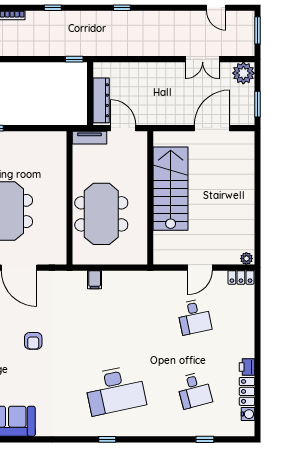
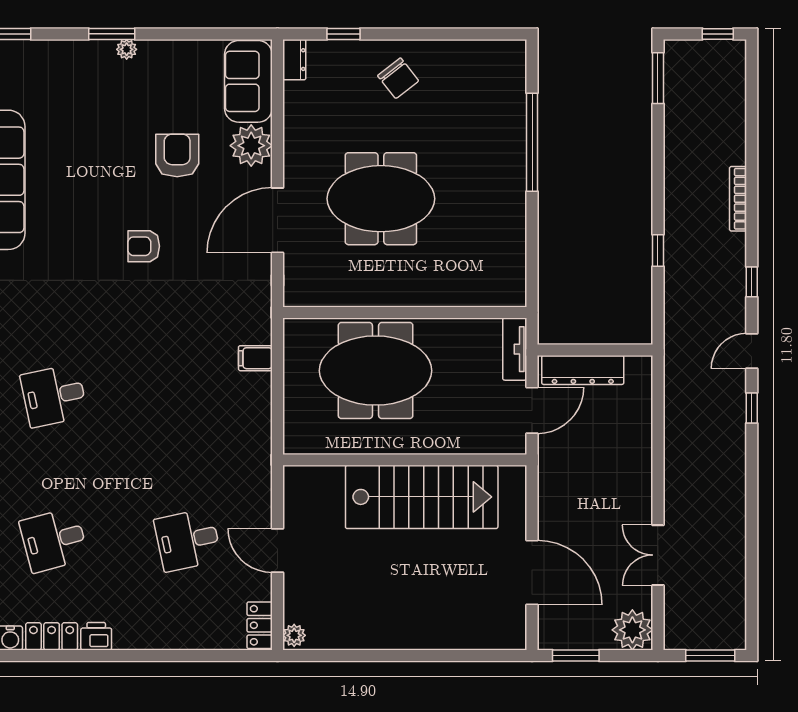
door: (216, 8) -> (752, 351), moved
window: (74, 59) -> (658, 251), moved
desk: (115, 390) -> (54, 396), width x0.53, depth x0.77

